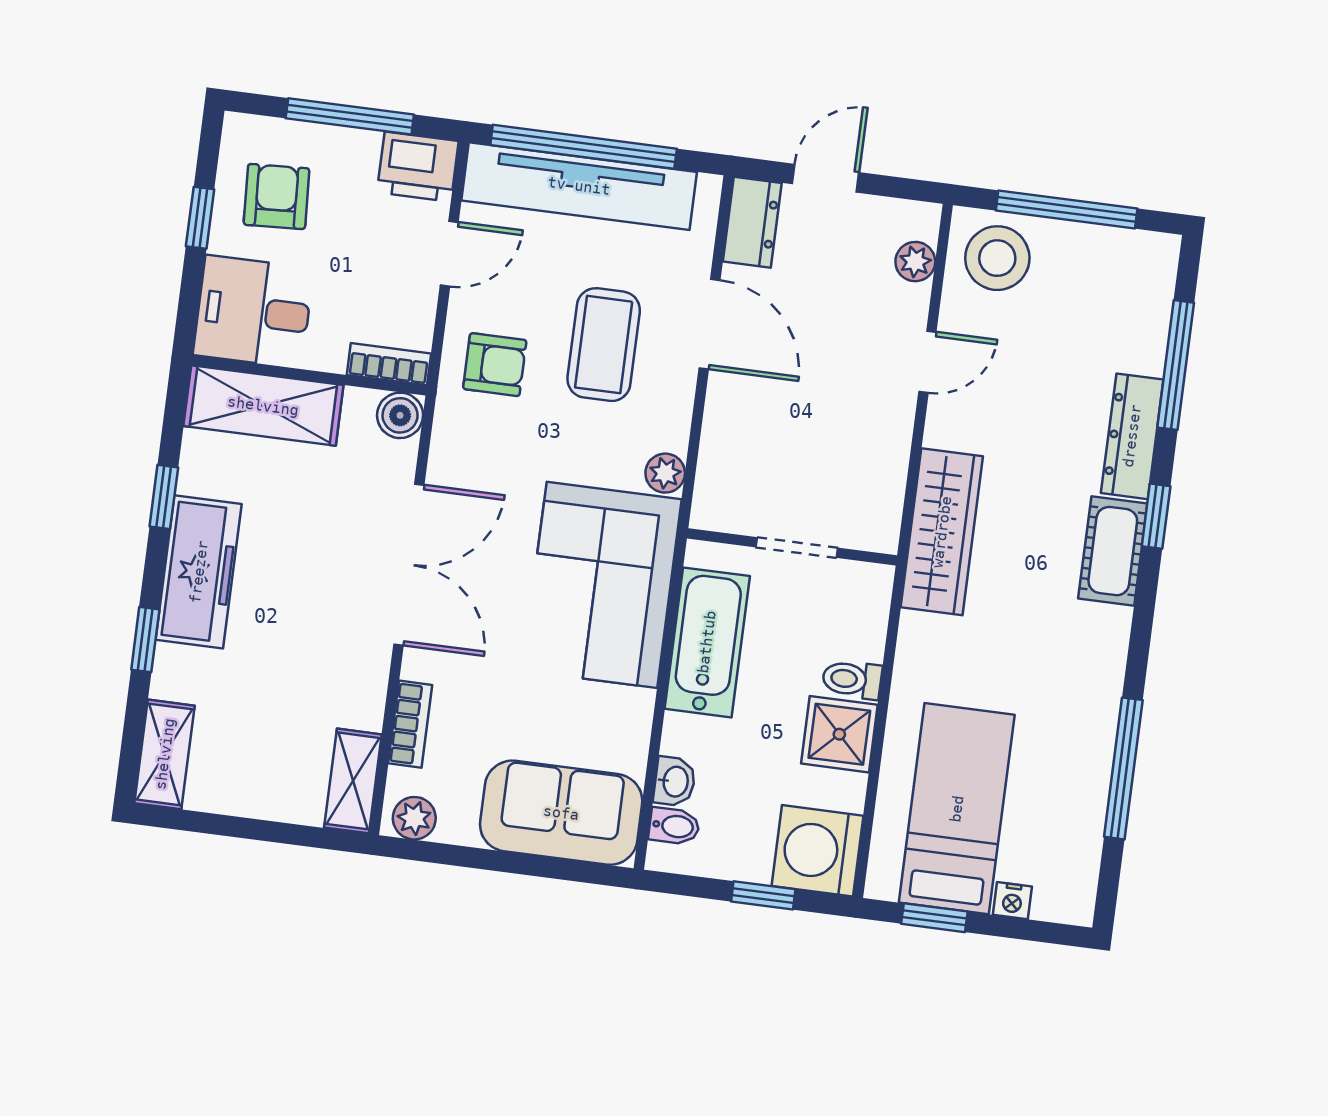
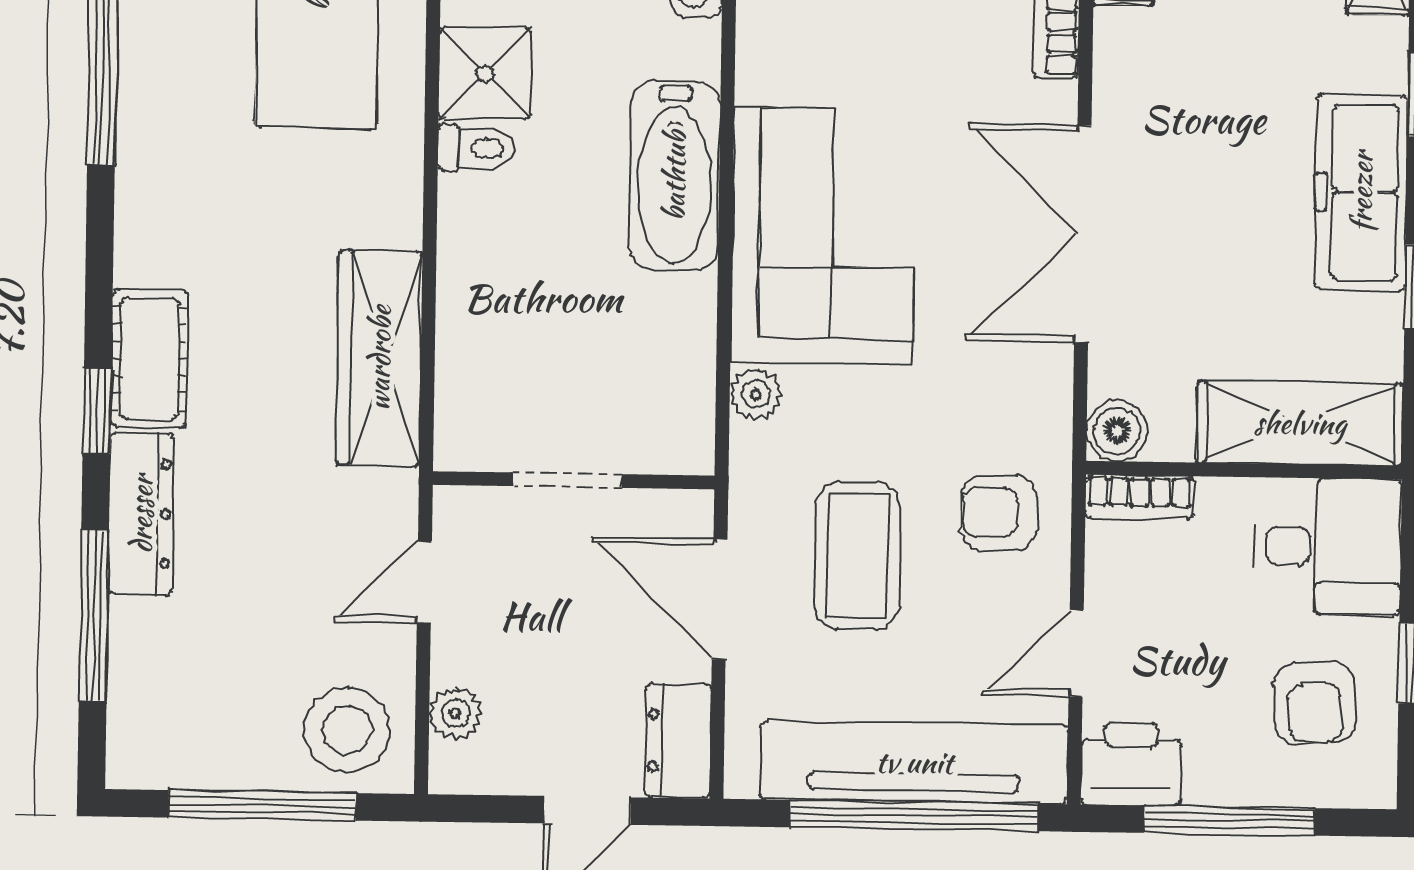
wall: (792, 547) -> (574, 480), moved
doorway: (797, 547) -> (567, 480), moved

